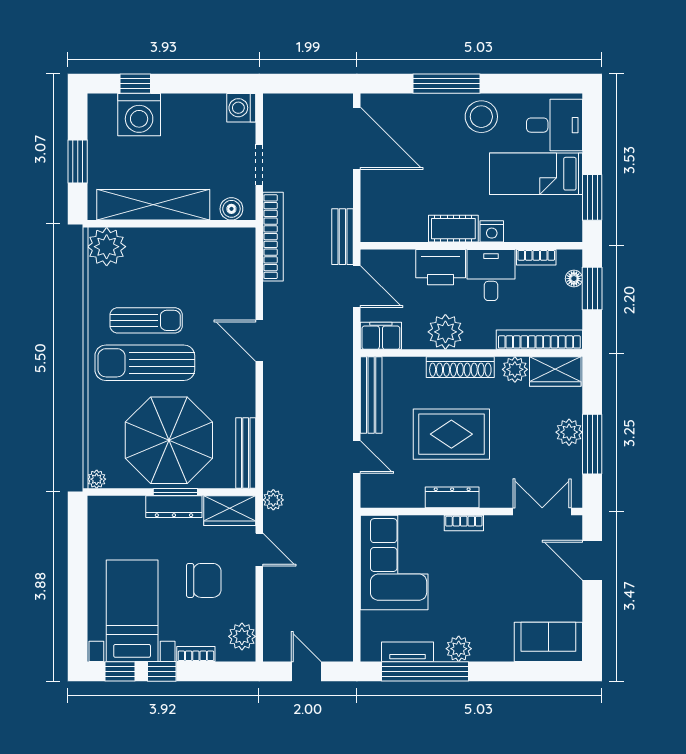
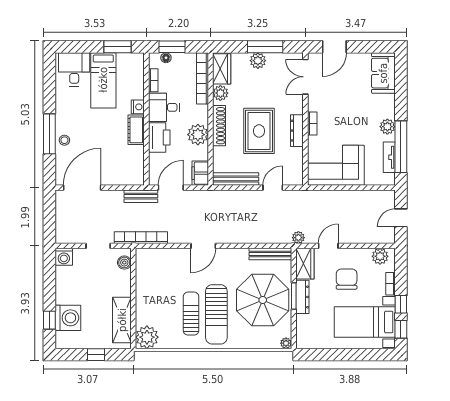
stool: (481, 117) -> (64, 140), moved, width x0.53, depth x0.53
window: (78, 161) -> (96, 355), width x0.67
shelving: (153, 205) -> (122, 320), width x0.68

